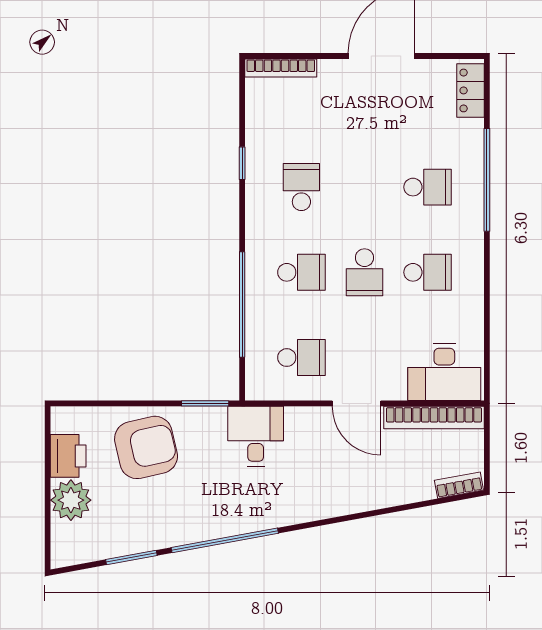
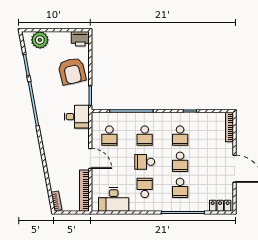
school desk: (301, 187) -> (180, 136), turned 90
school desk: (364, 187) -> (180, 162), added
school desk: (428, 272) -> (145, 188), turned 180
desk: (444, 372) -> (114, 199), moved, turned -90
door: (357, 403) -> (90, 158), swing flipped
printer: (68, 456) -> (80, 39), moved
plant: (71, 500) -> (40, 40), moved

